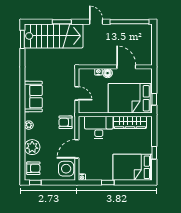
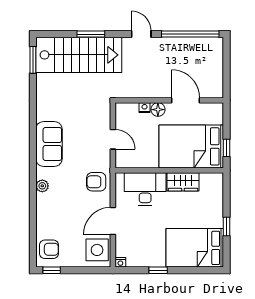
wardrobe: (130, 122) -> (183, 182), width x0.67
plant: (32, 147) -> (47, 218), removed

